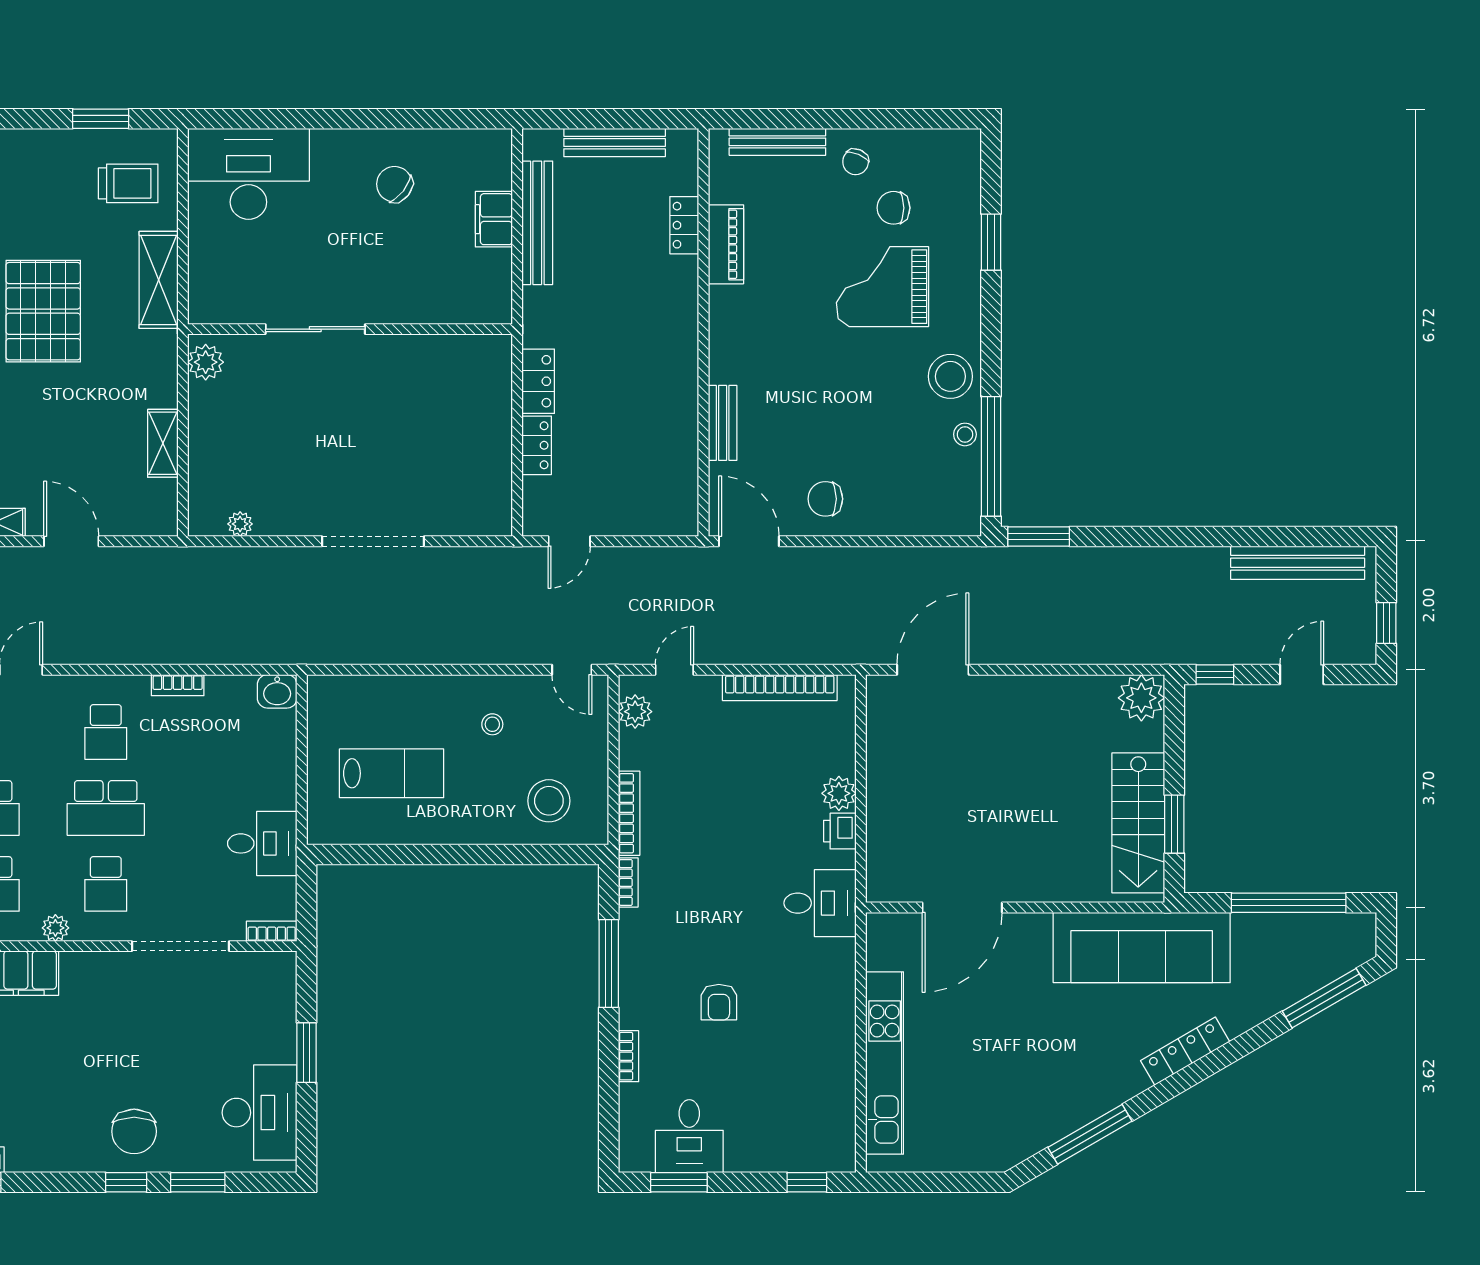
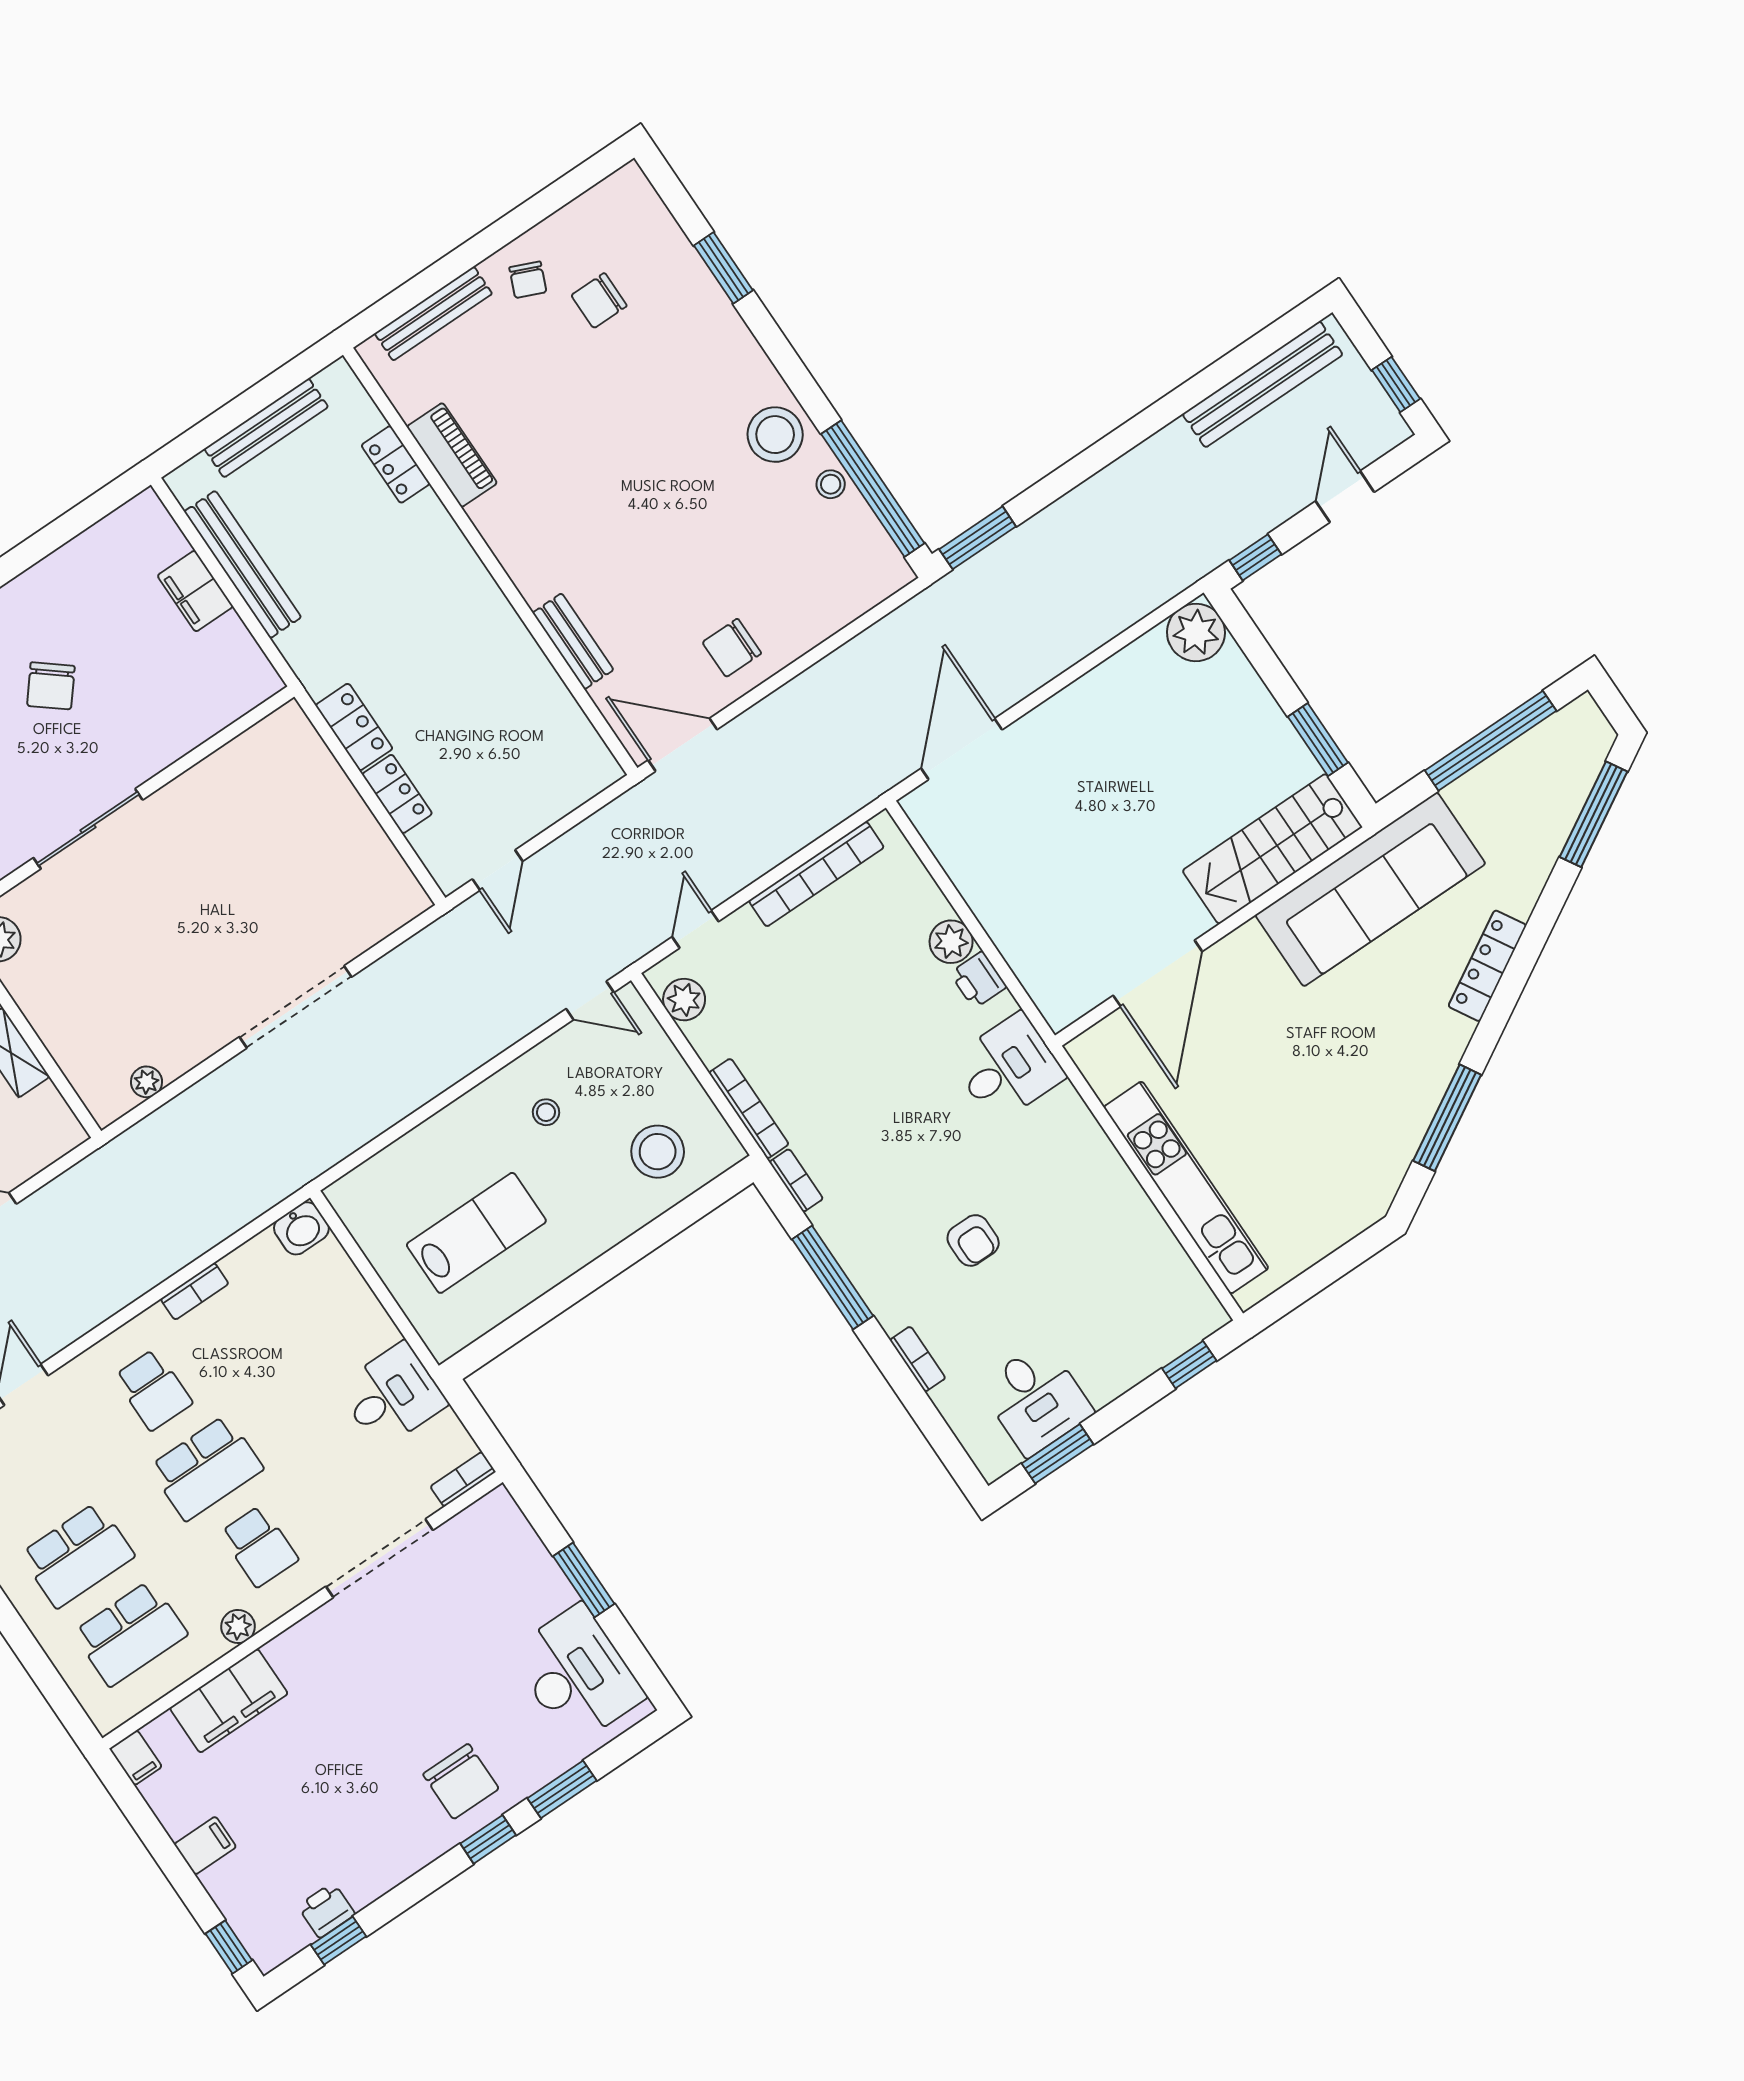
chair: (394, 184) -> (51, 686), moved, turned -89
grand piano: (882, 287) -> (643, 389), removed
stairs: (1138, 823) -> (1272, 849), moved, turned 90

